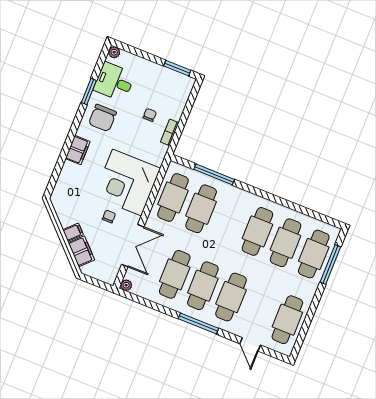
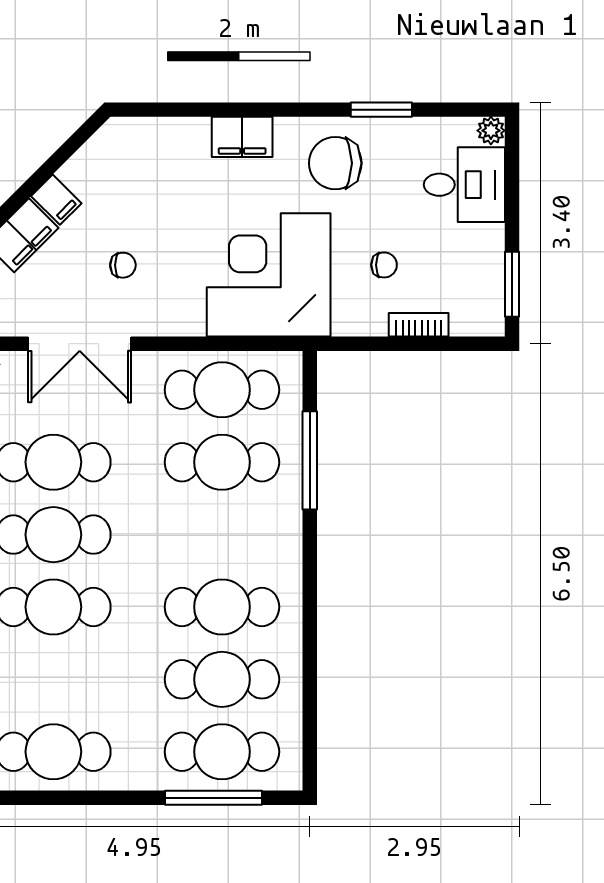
desk: (114, 82) -> (464, 185), moved, turned 90
bookcase: (170, 132) -> (419, 325), moved
corner desk: (127, 182) -> (269, 275), moved

